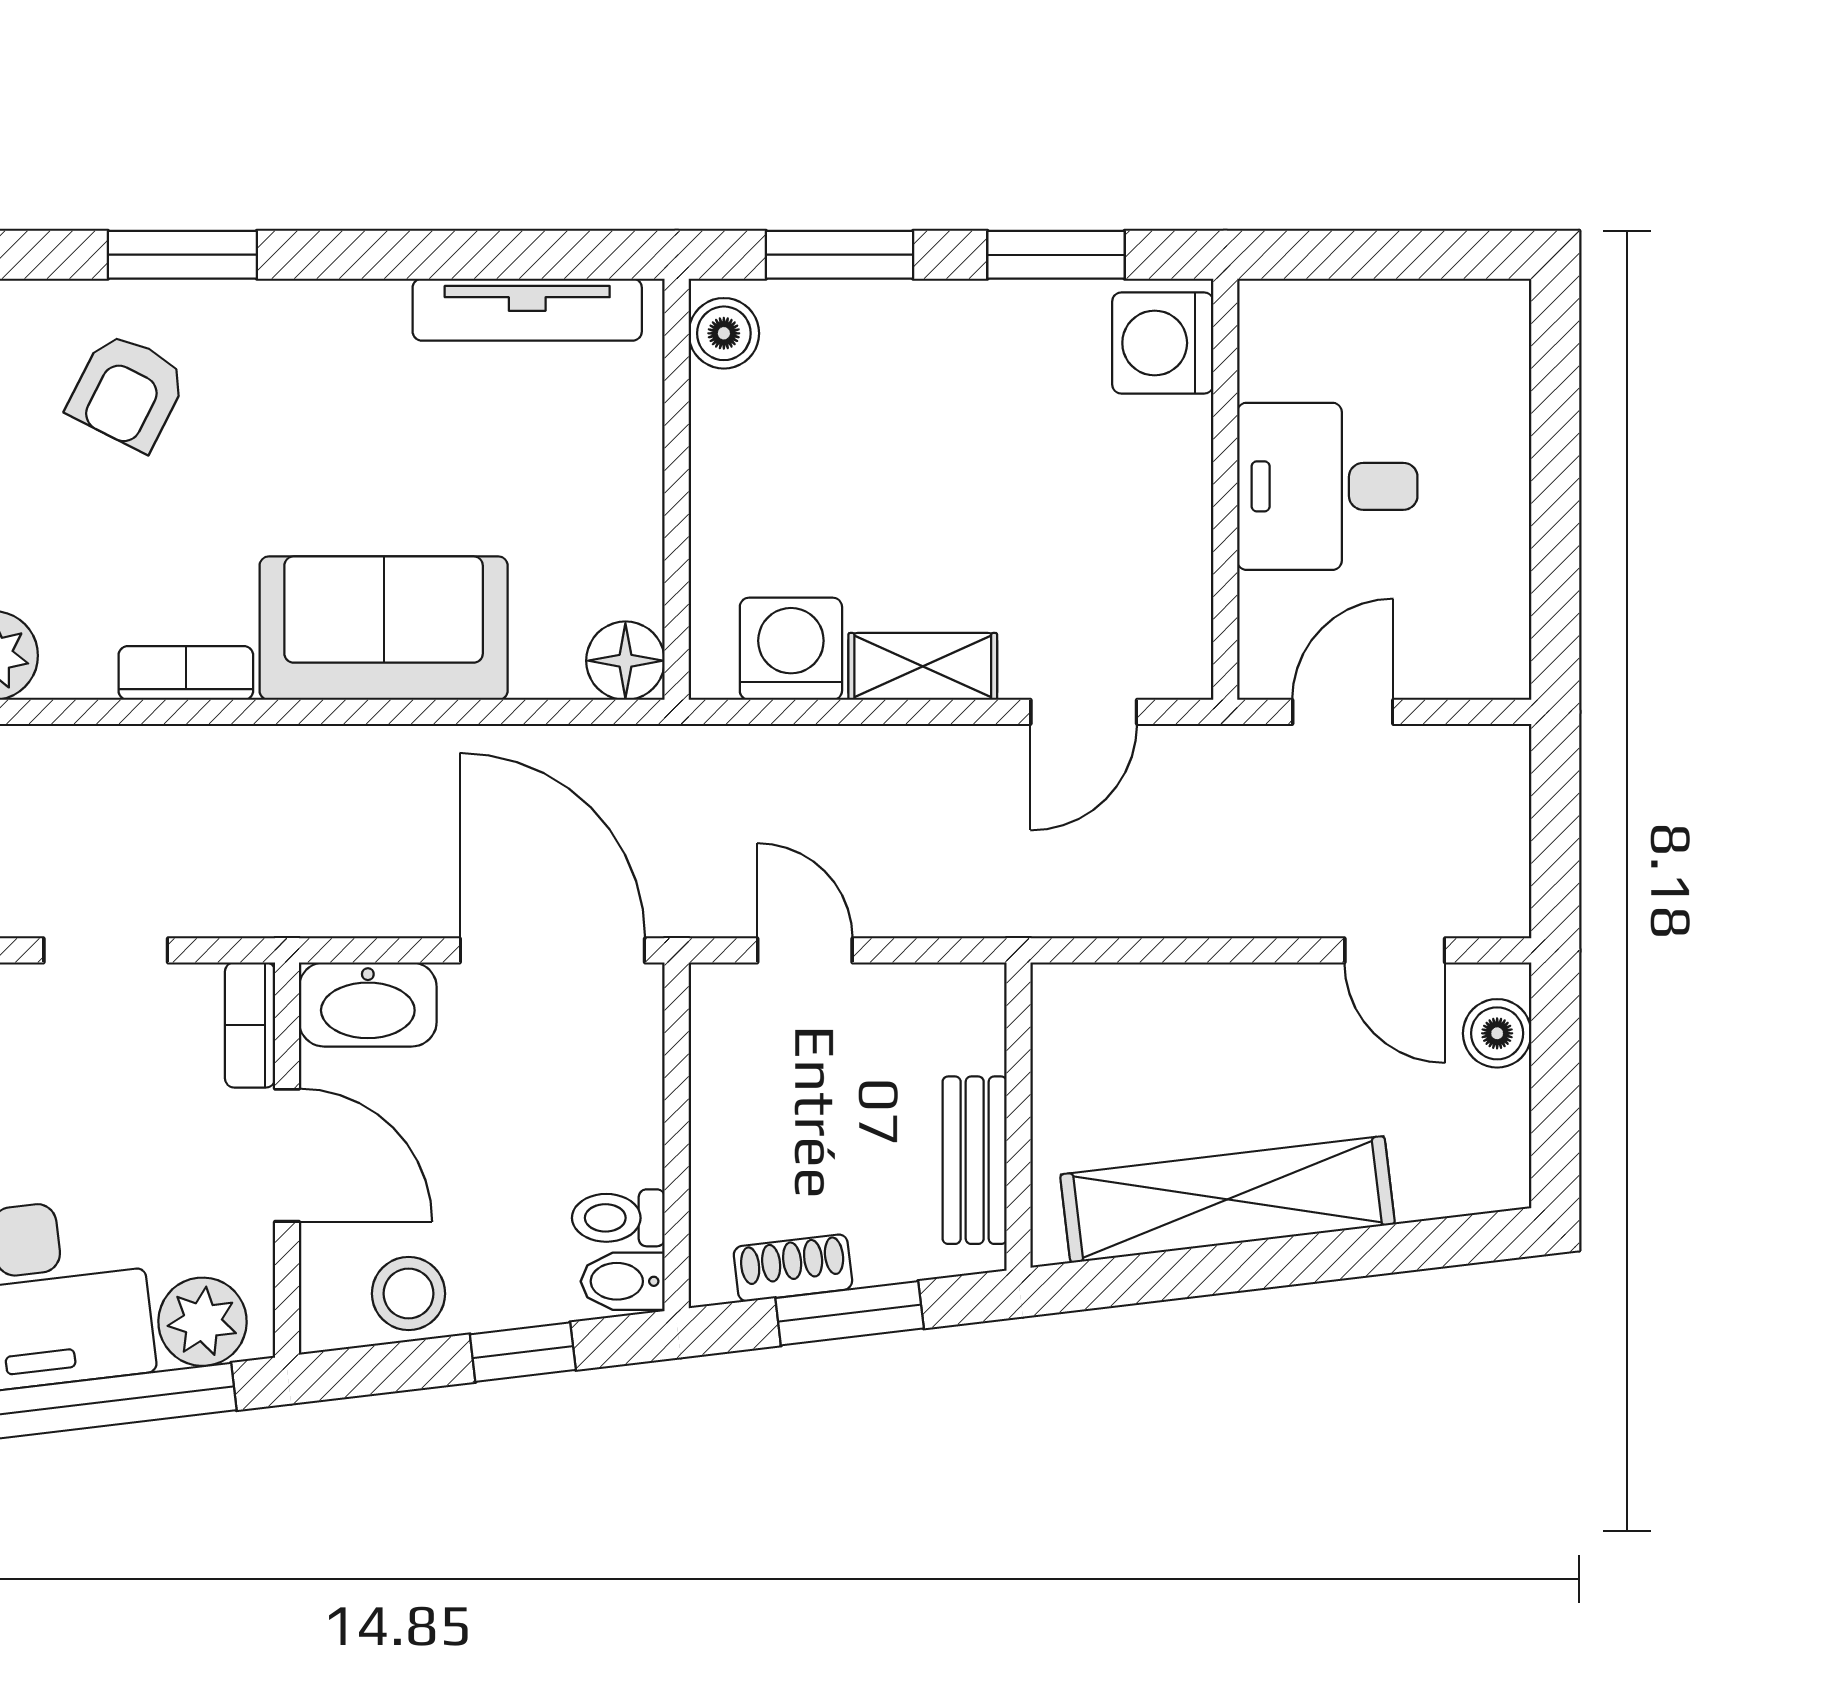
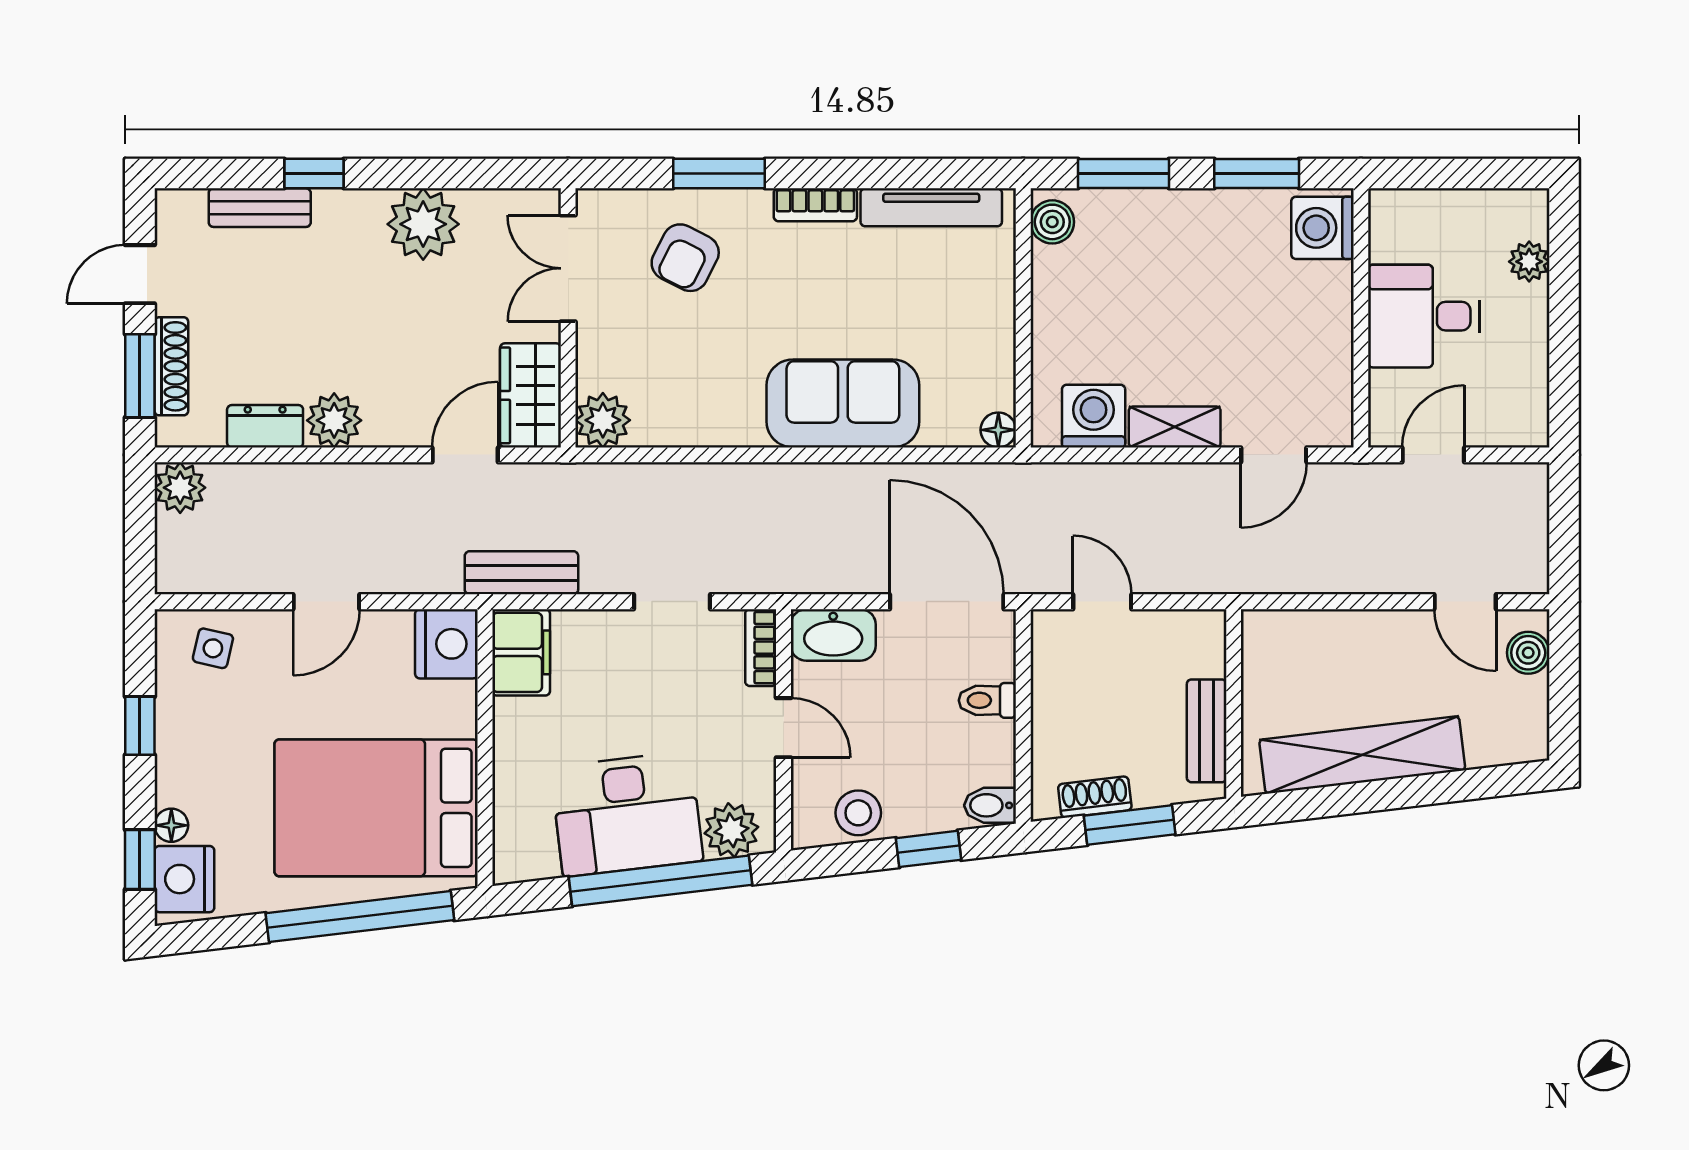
plant: (1499, 398) -> (1529, 262), added
floor lamp: (625, 661) -> (998, 430), width x0.73, depth x0.73
bookcase: (186, 673) -> (815, 205), moved, turned 180
door: (287, 1155) -> (783, 728), width x0.73
toilet: (618, 1218) -> (987, 700), moved

